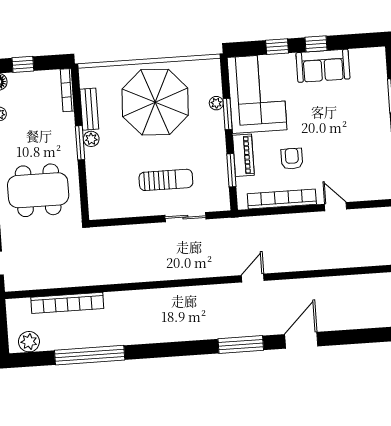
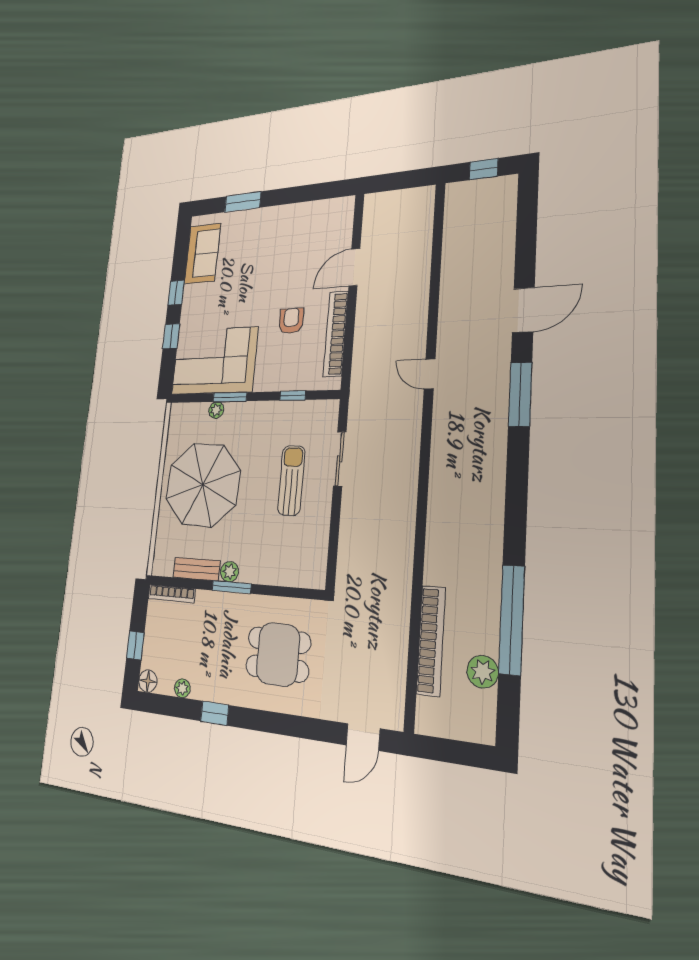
sofa: (323, 66) -> (202, 254), moved
piano: (243, 155) -> (278, 380), removed
armchair: (292, 159) -> (291, 321), turned 90
window: (231, 170) -> (293, 396), width x0.67
dining table: (38, 190) -> (278, 654), width x0.73
door: (336, 207) -> (354, 267), width x1.37
door: (301, 340) -> (523, 310), swing flipped
plant: (29, 342) -> (483, 672), moved

